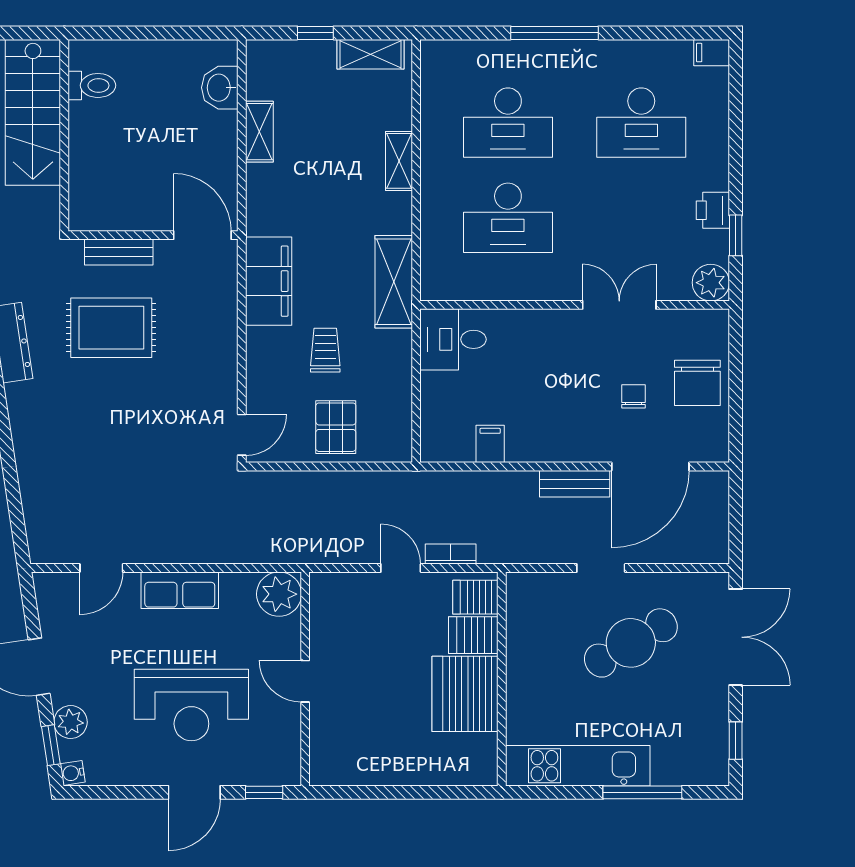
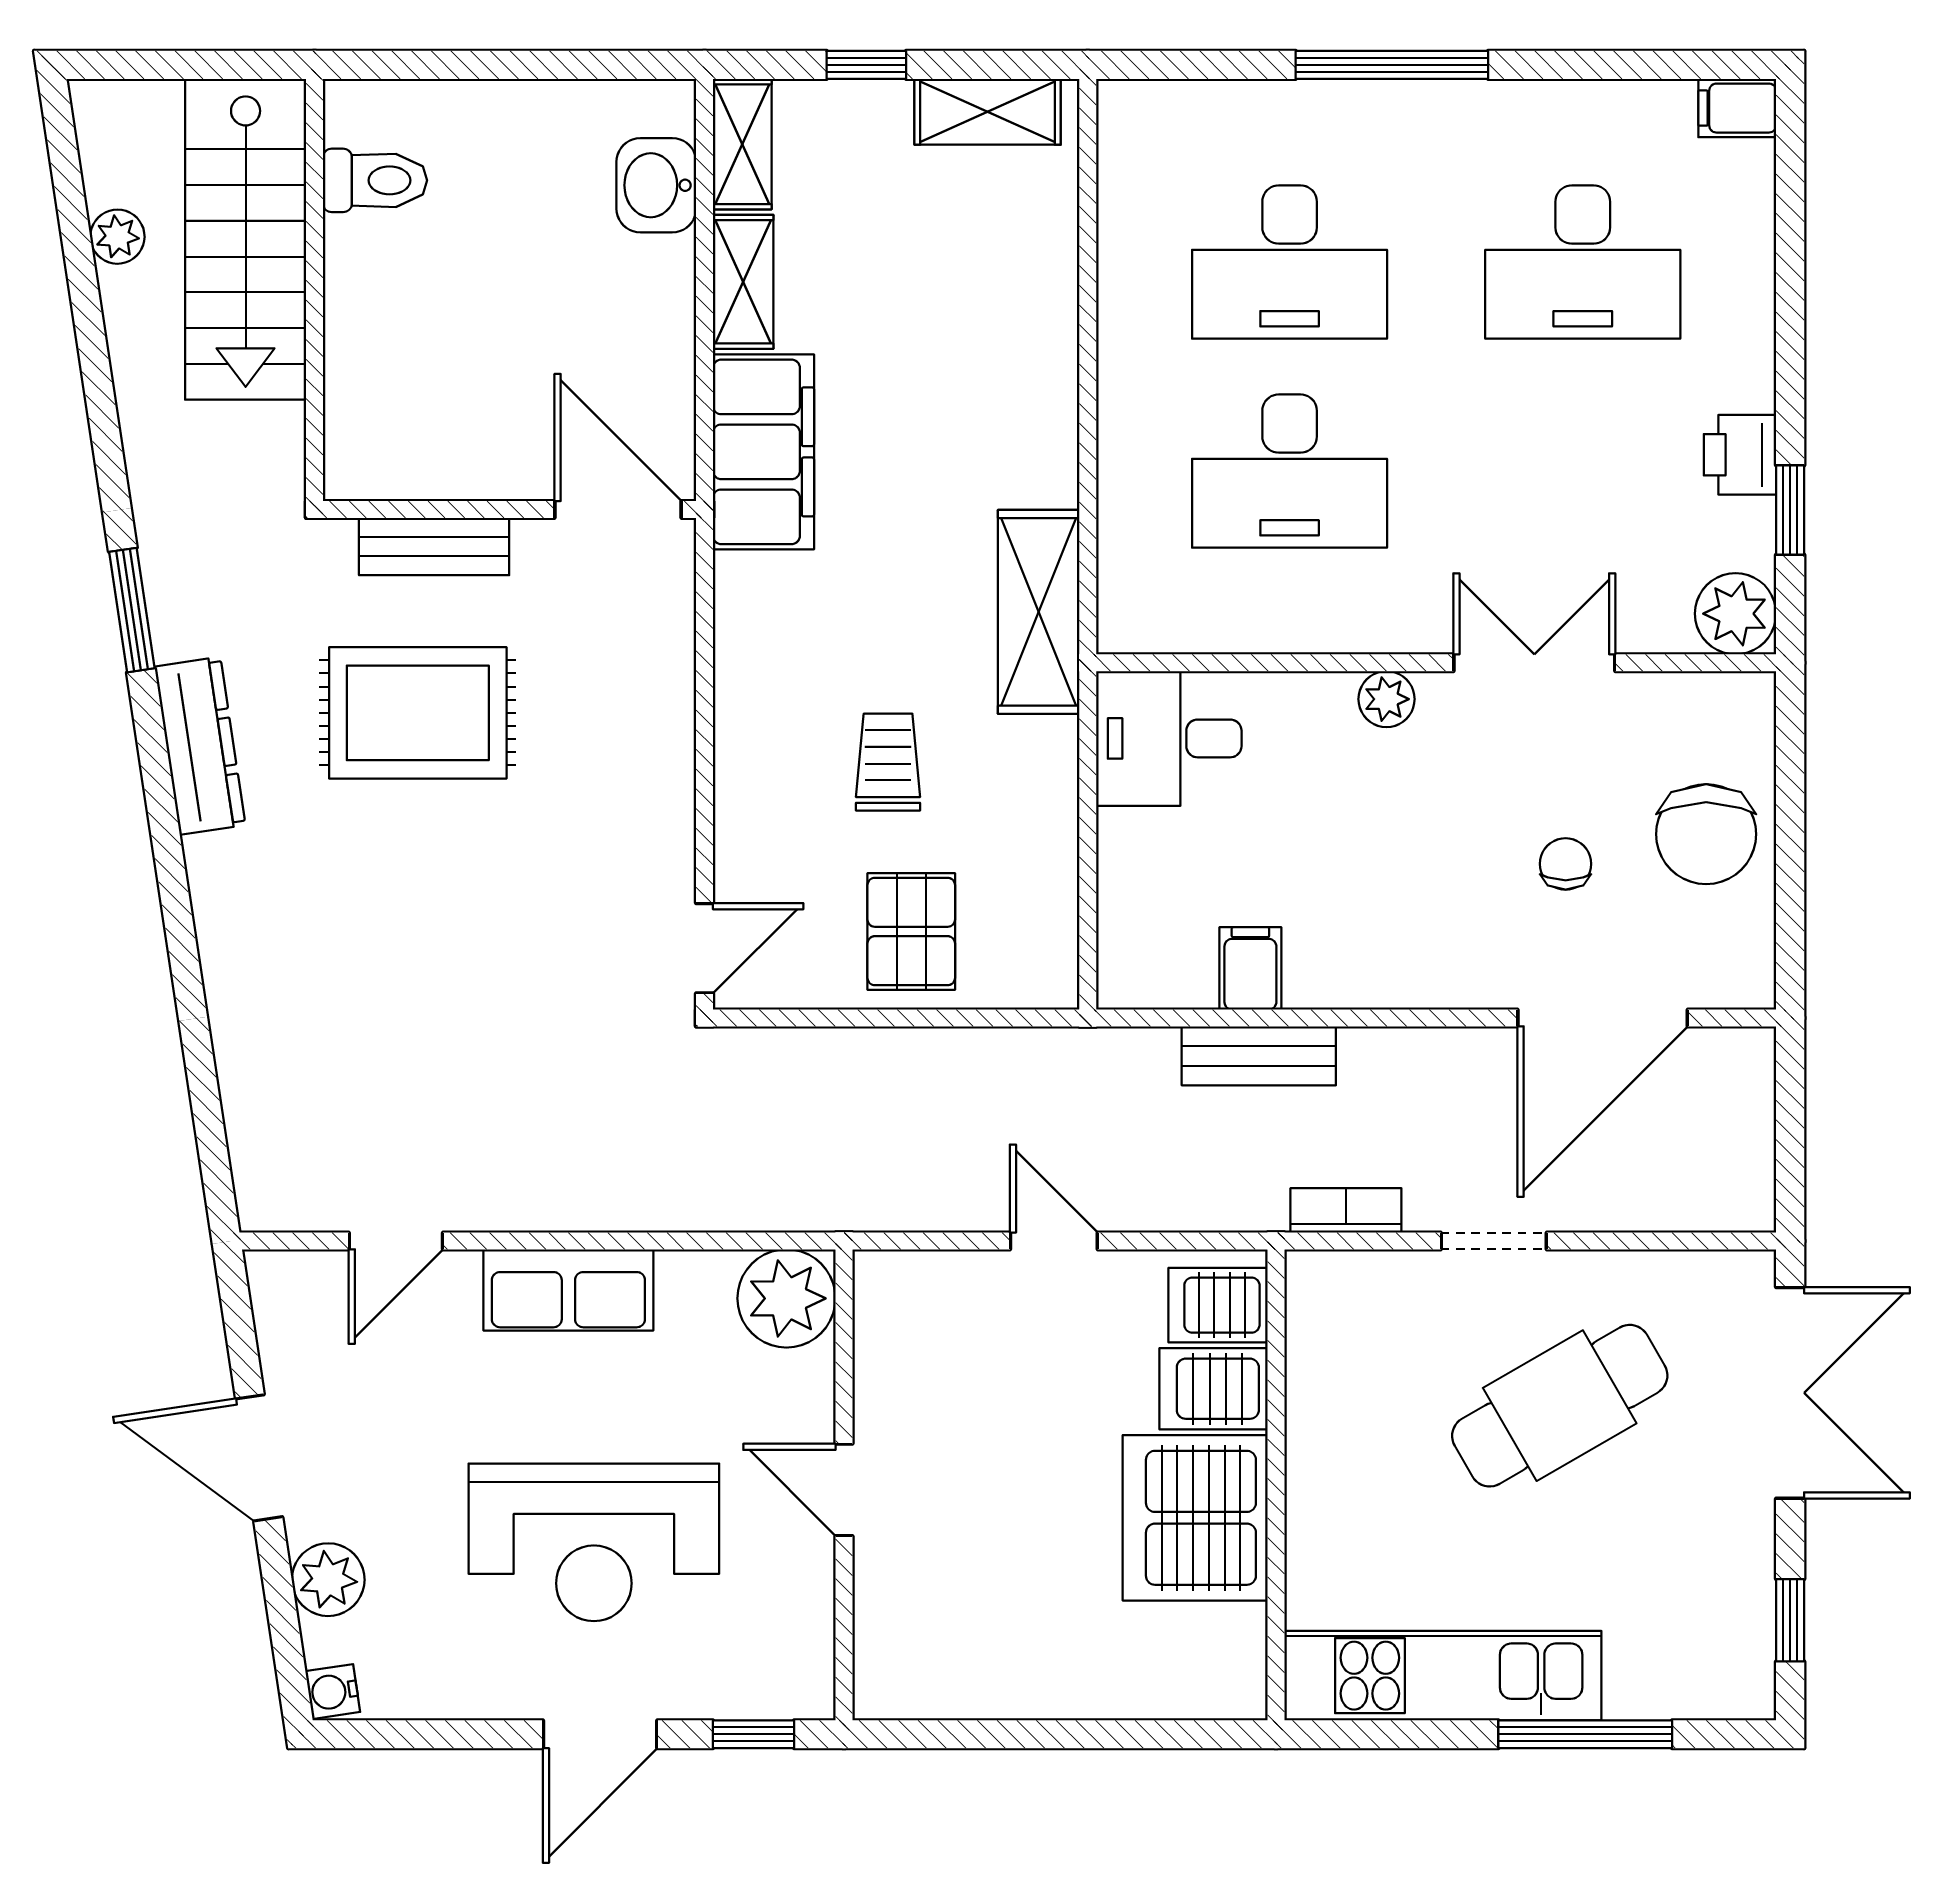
shelving: (399, 161) -> (742, 144), moved
filing cabinet: (269, 281) -> (763, 452), moved
plant: (552, 321) -> (1387, 699), added
bench: (575, 484) -> (1259, 1056), moved
bookcase: (451, 554) -> (1346, 1210), moved
window: (51, 745) -> (285, 1631), removed

